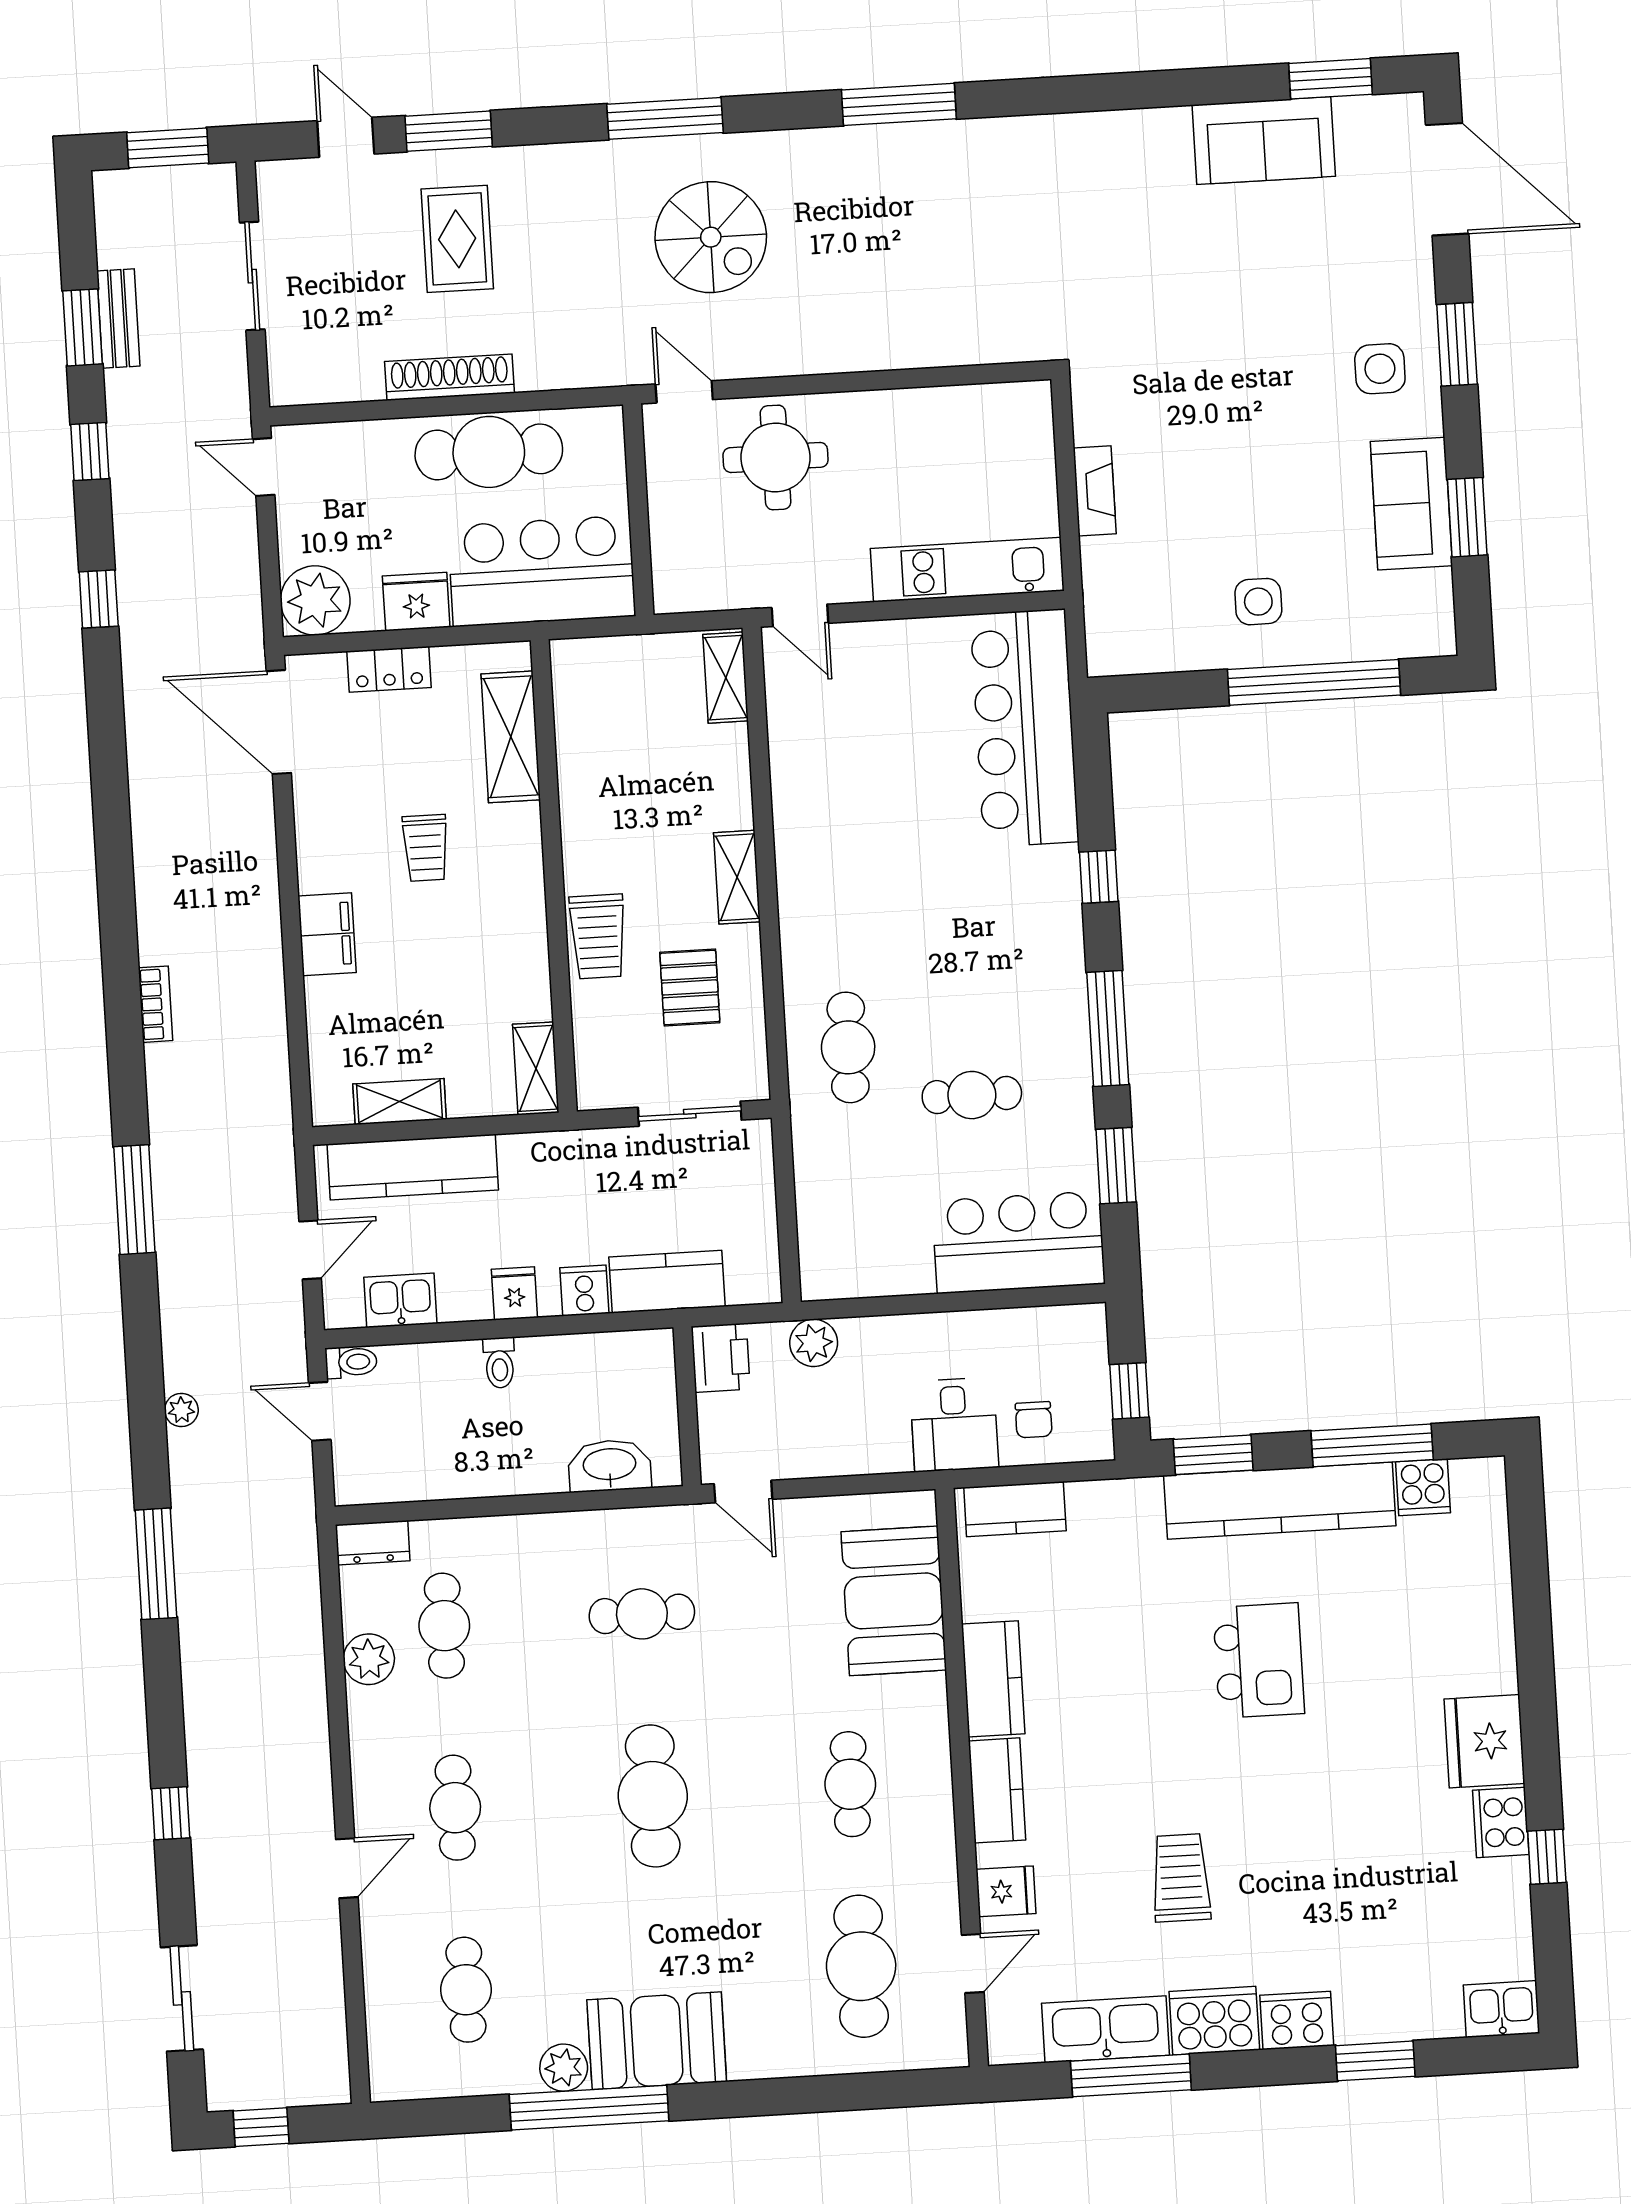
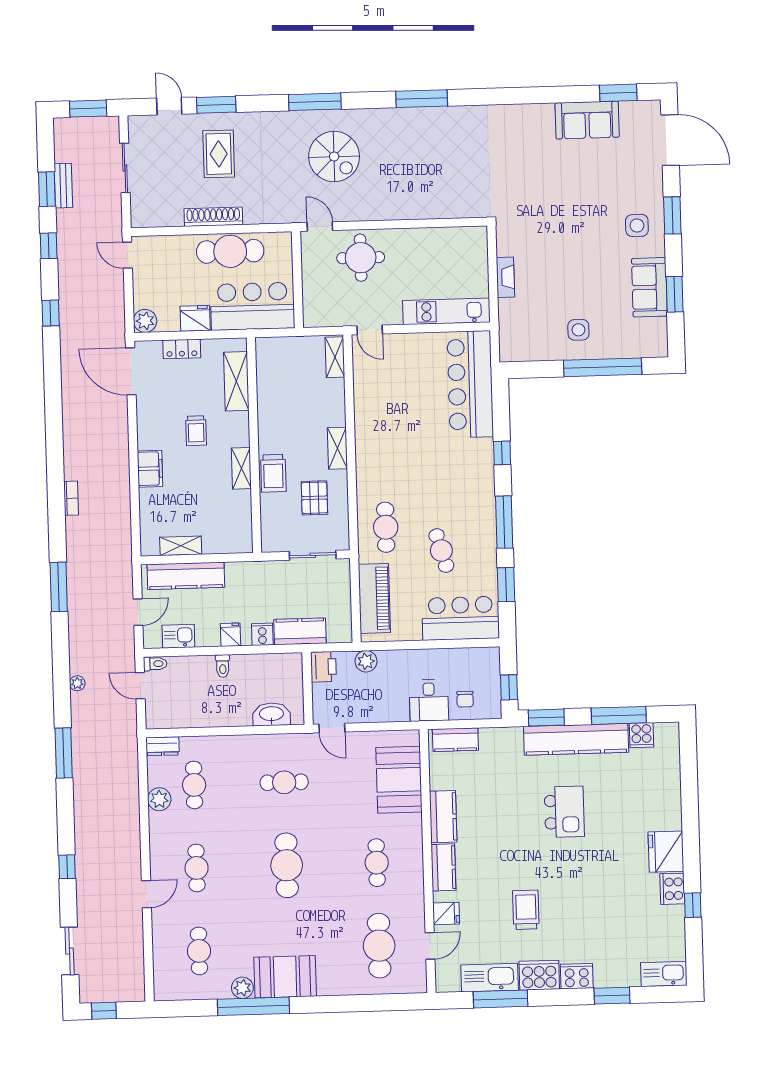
plant: (315, 600) -> (145, 321), width x0.73, depth x0.73
shelving: (536, 1068) -> (241, 468), moved
cafe table: (972, 1095) -> (441, 551), turned 74
piano: (828, 1205) -> (374, 598), added
kitchen sink: (1501, 2009) -> (664, 974), width x1.38

